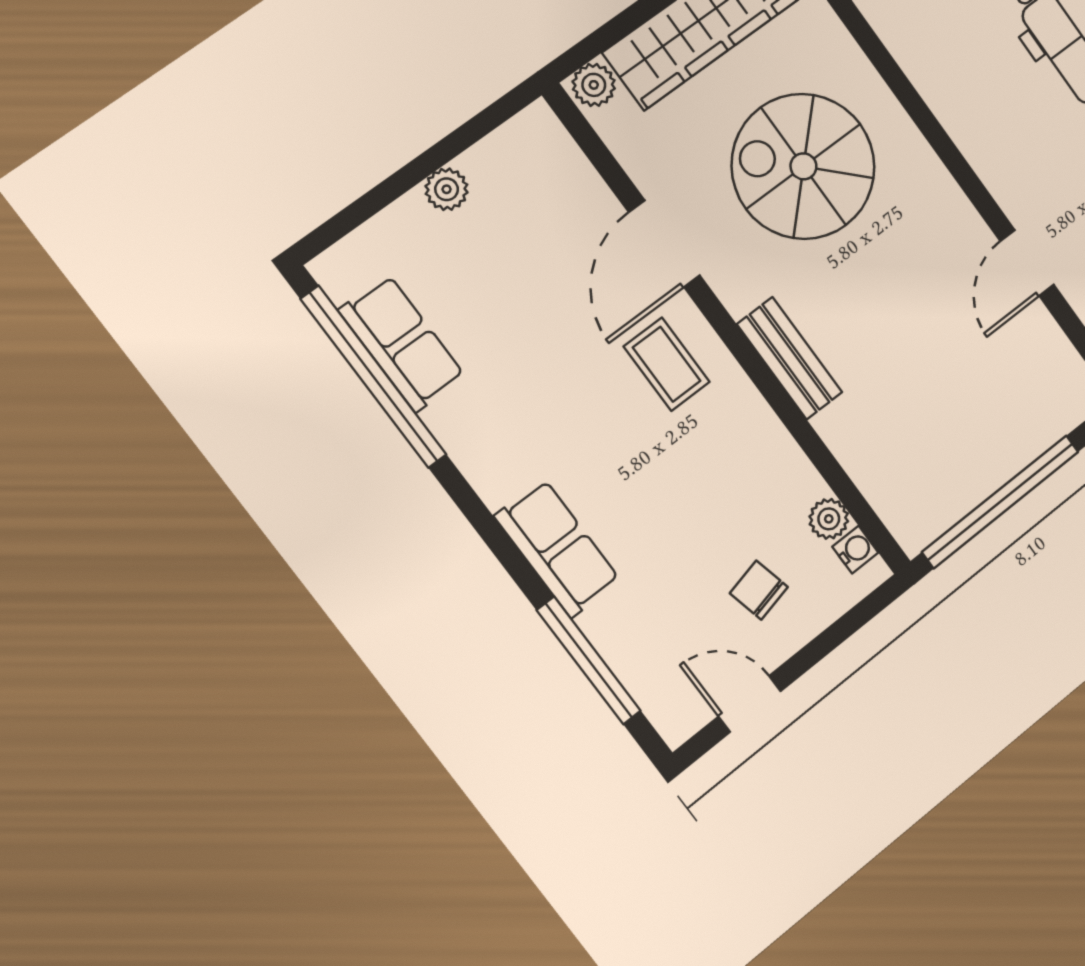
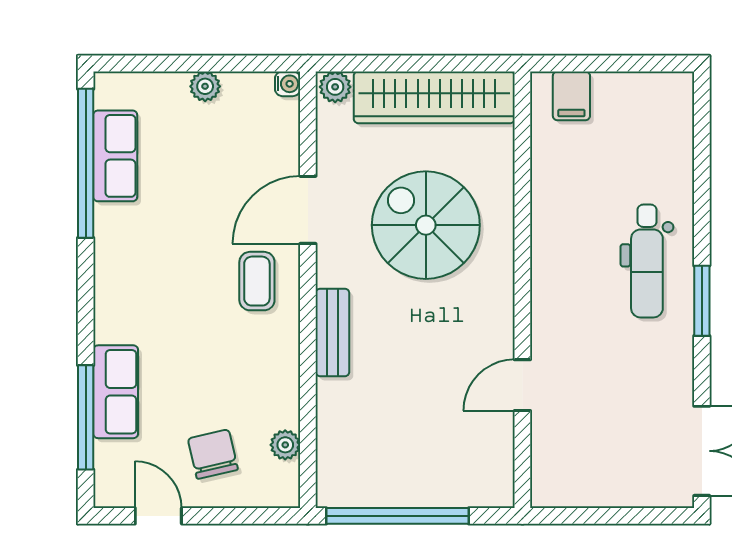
row of seats: (557, 548) -> (116, 392), moved
water cooler: (855, 550) -> (288, 84), moved
chair: (759, 590) -> (213, 454), width x1.37, depth x1.37

